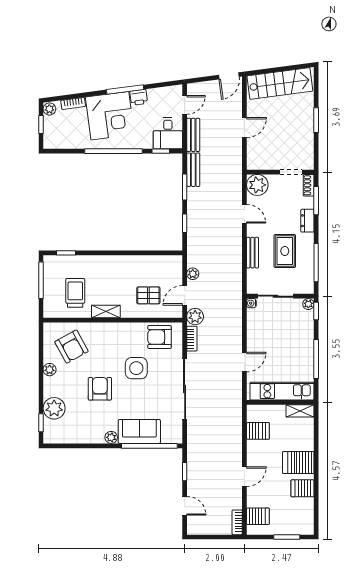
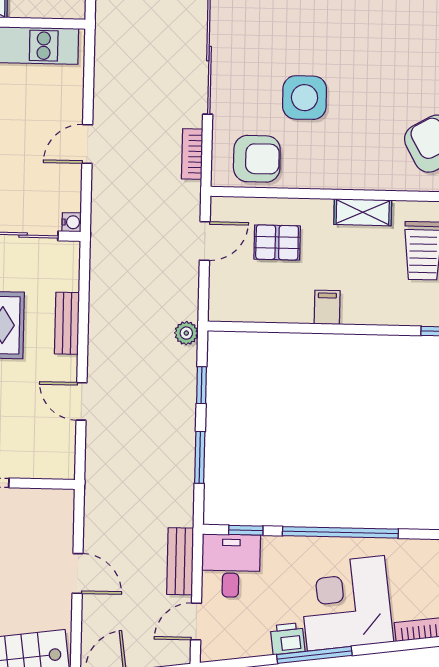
door: (244, 128) -> (78, 573), swing flipped
bench: (193, 170) -> (182, 492), removed
plant: (257, 185) -> (54, 458), removed
filing cabinet: (123, 264) -> (327, 307), added
plant: (193, 274) -> (186, 333), moved
plant: (195, 317) -> (185, 198), removed
door: (244, 362) -> (87, 144), moved
armchair: (100, 389) -> (378, 58), removed

